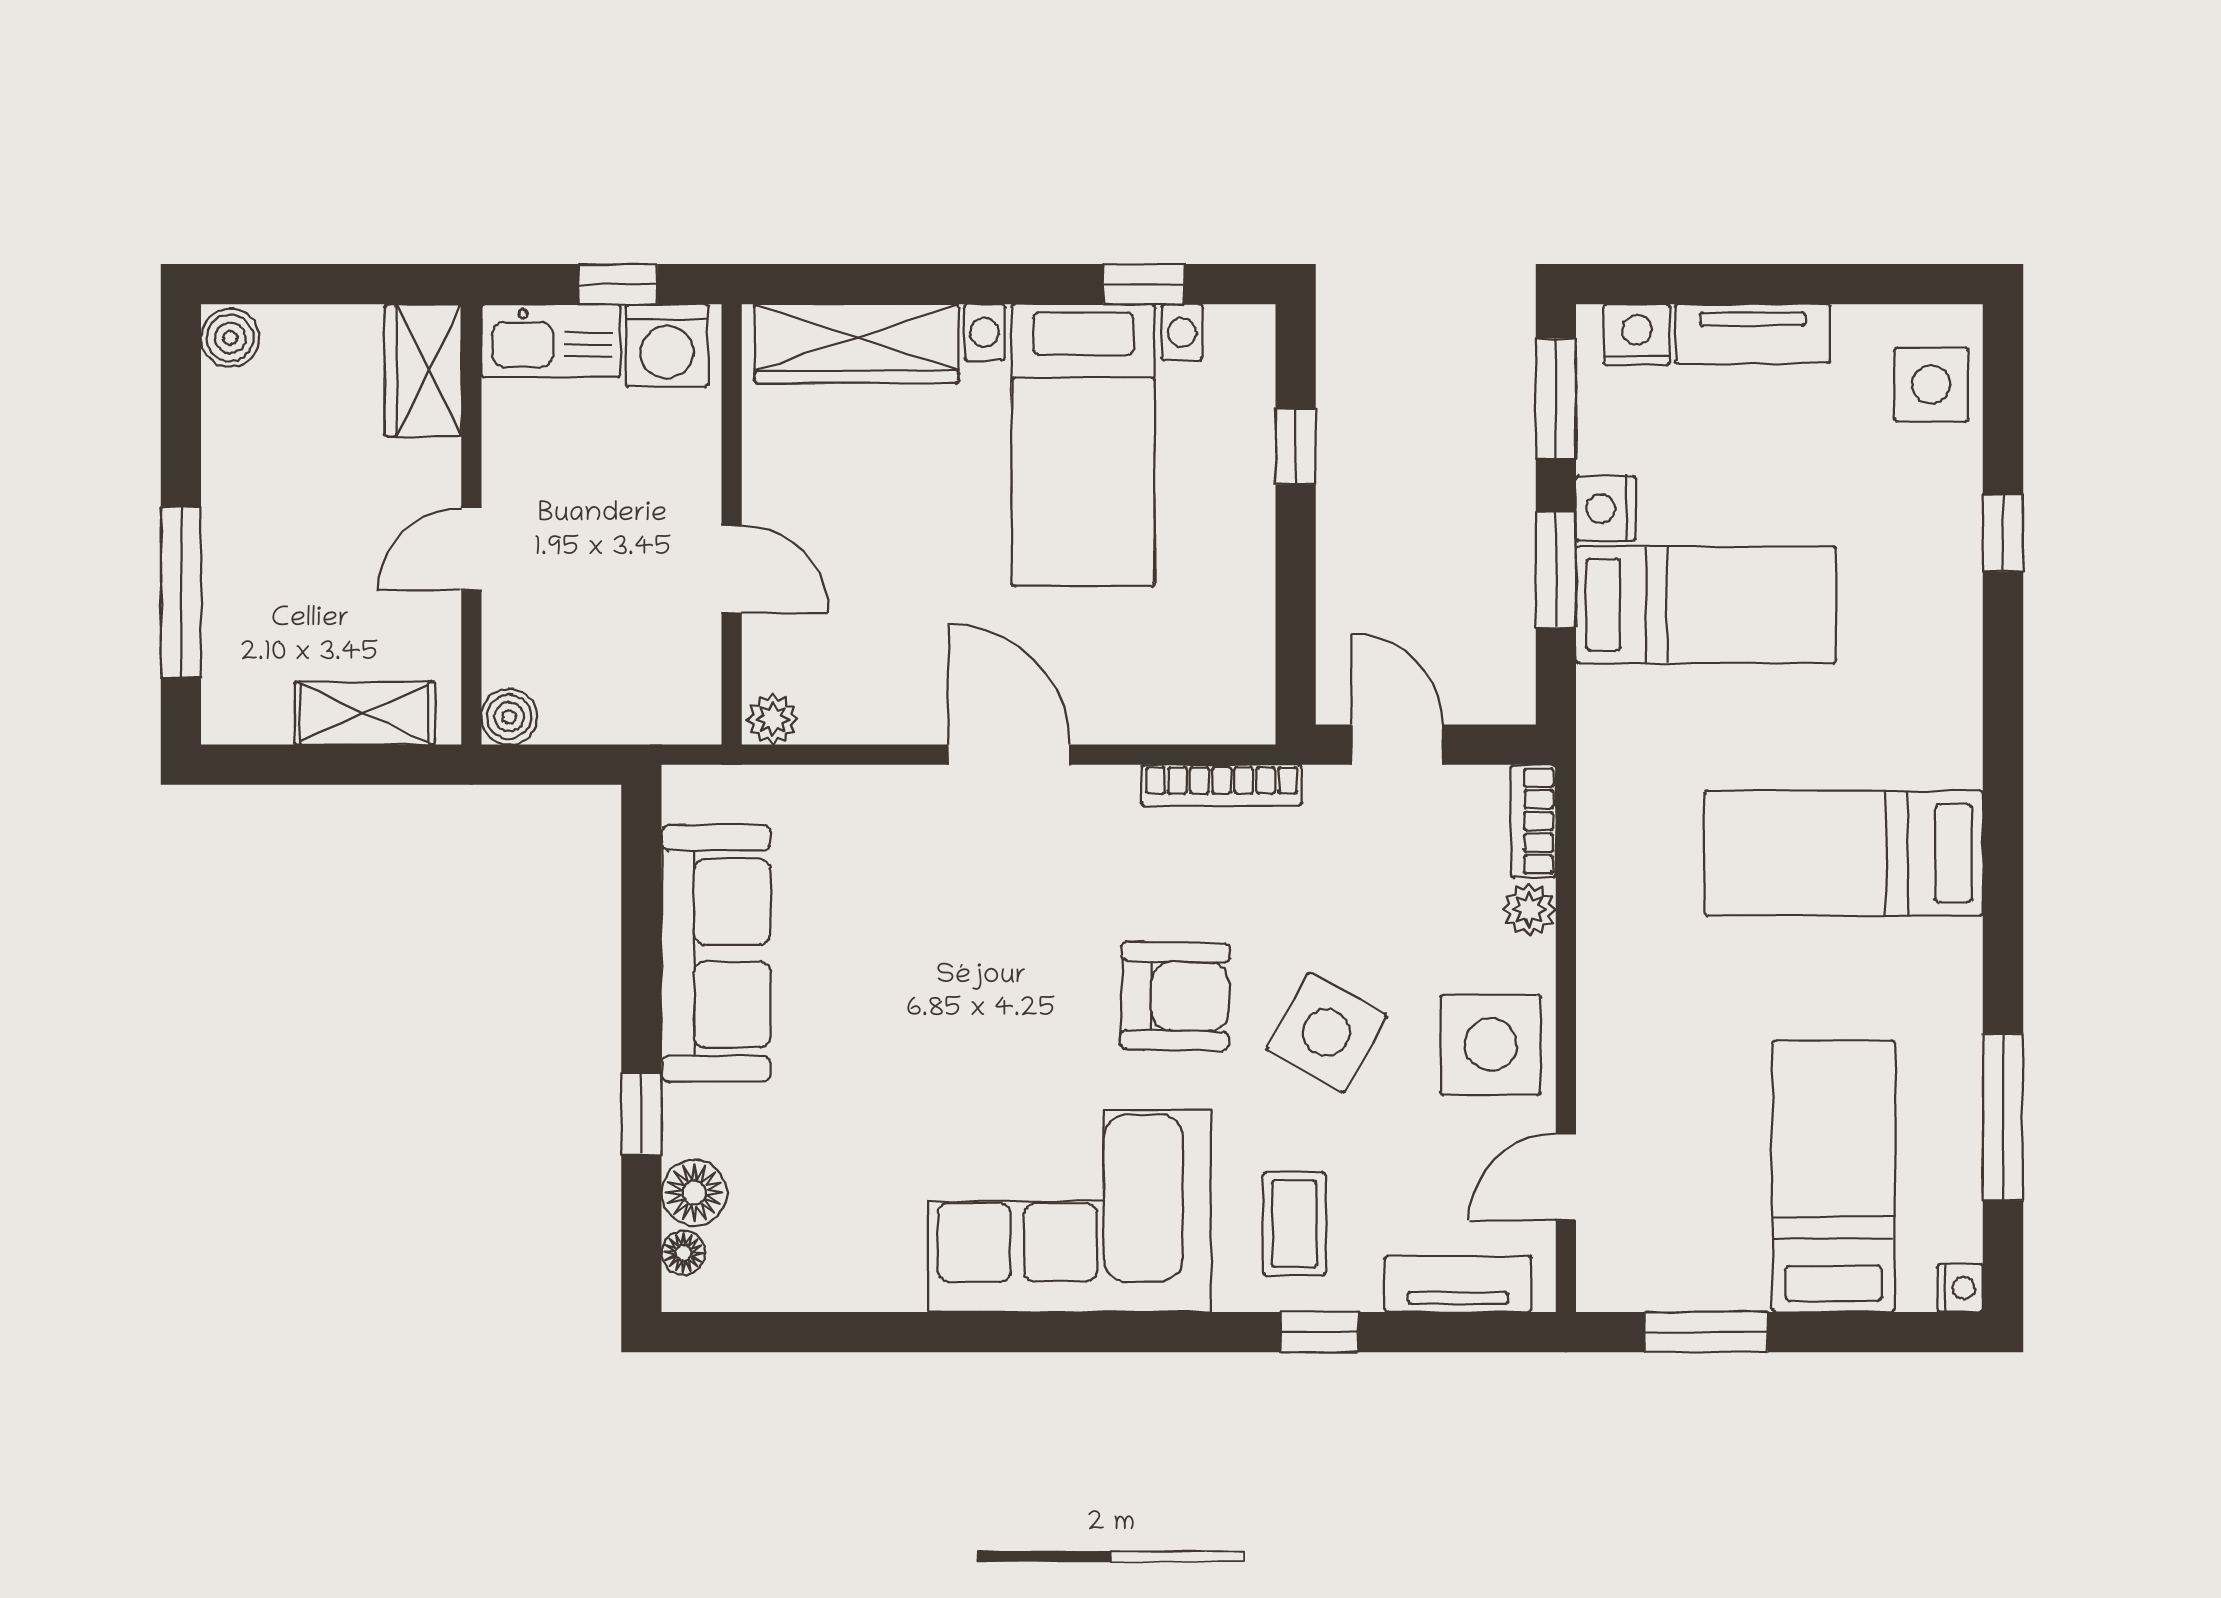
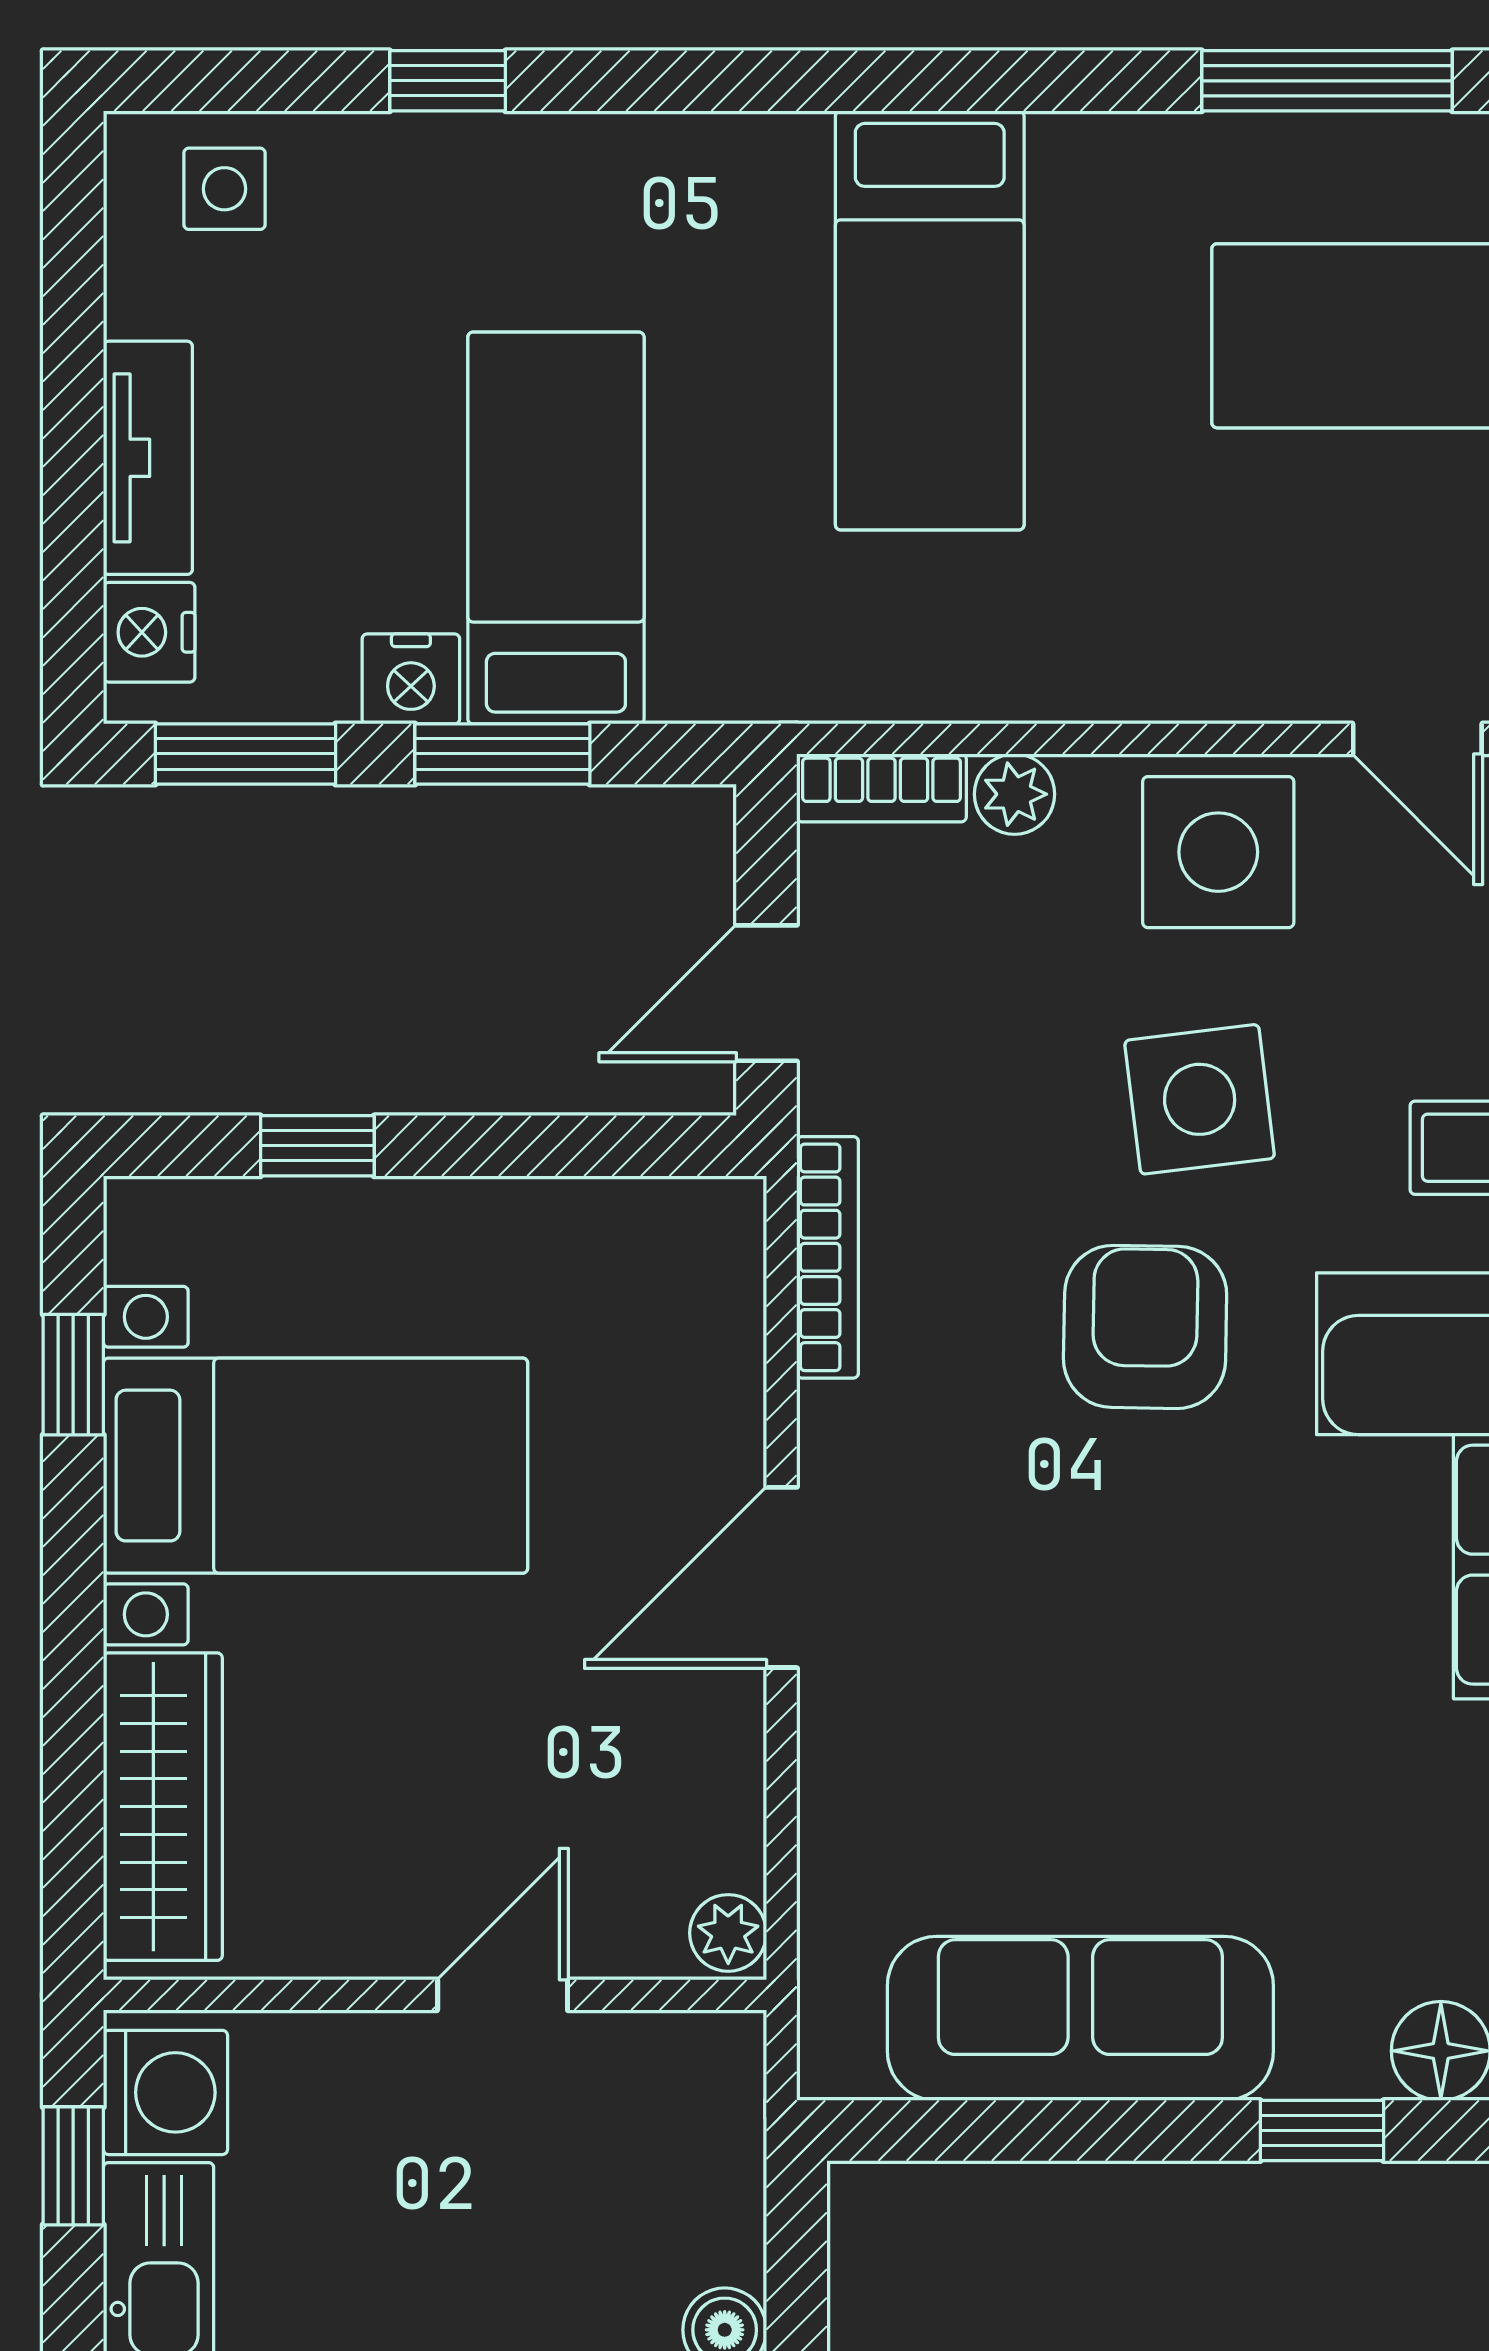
side table: (1931, 385) -> (224, 189), width x0.73, depth x0.73
side table: (1326, 1032) -> (1200, 1099), turned -36

